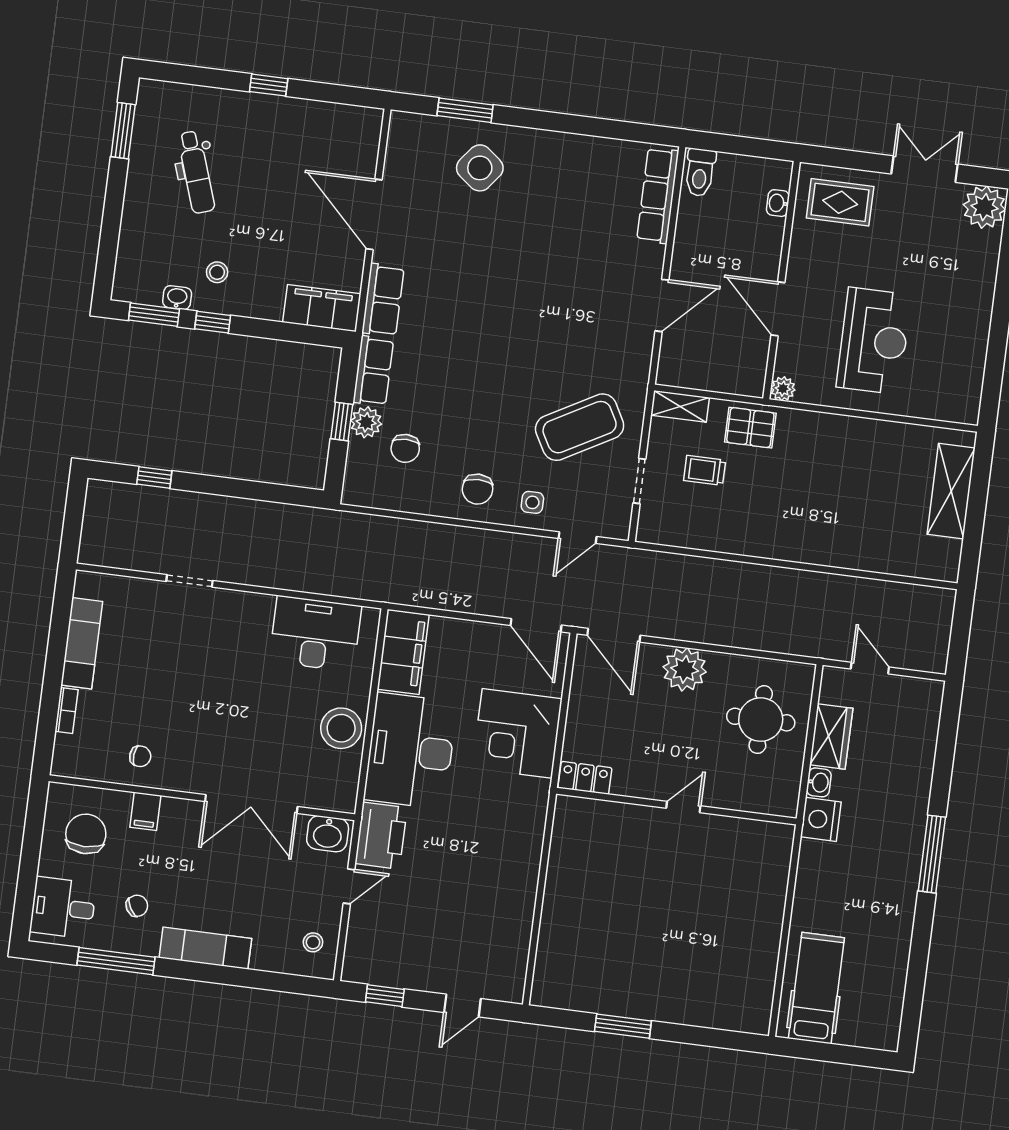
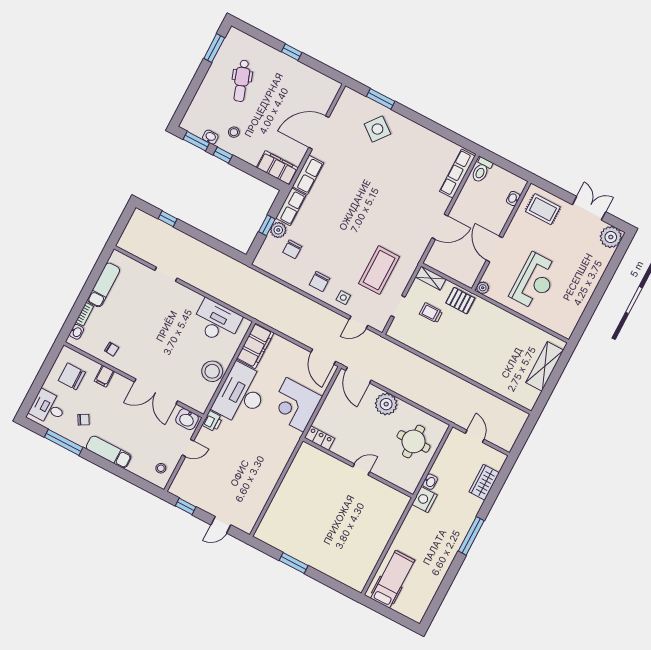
door: (374, 214) -> (319, 132), hinge flipped
coffee table: (580, 427) -> (379, 270), turned -61
wardrobe: (831, 736) -> (484, 482), moved, turned 180
washbasin: (64, 748) -> (76, 332), added
chair: (86, 834) -> (72, 376), turned -90
printer: (381, 836) -> (212, 421), width x0.53, depth x0.68

